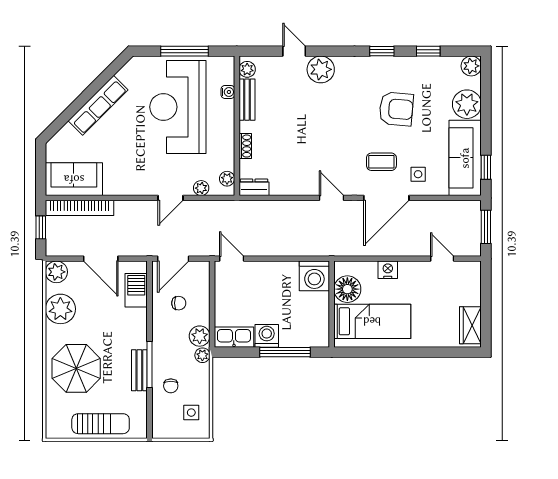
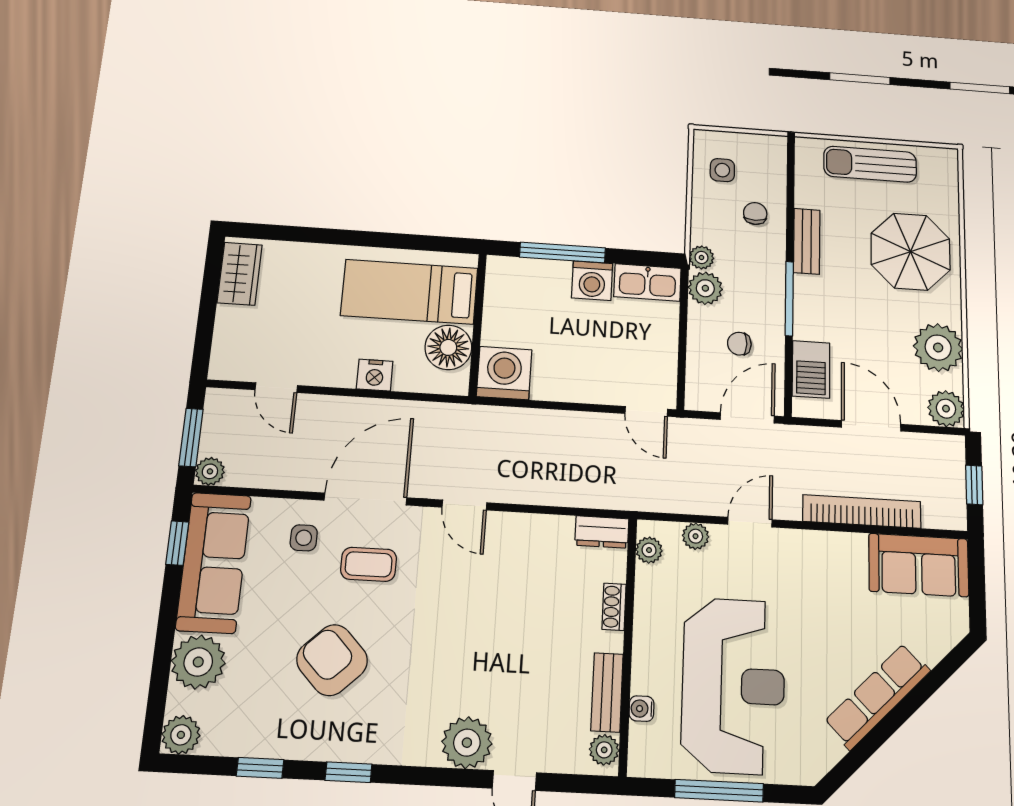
armchair: (396, 109) -> (332, 660), turned 41
bookcase: (79, 208) -> (862, 511), moved
plant: (473, 208) -> (210, 471), added
window: (149, 365) -> (789, 298), moved

